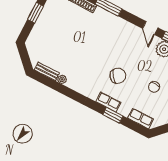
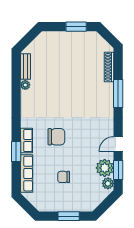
chair: (118, 76) -> (56, 137), turned -52
row of seats: (141, 119) -> (27, 174), width x1.48

